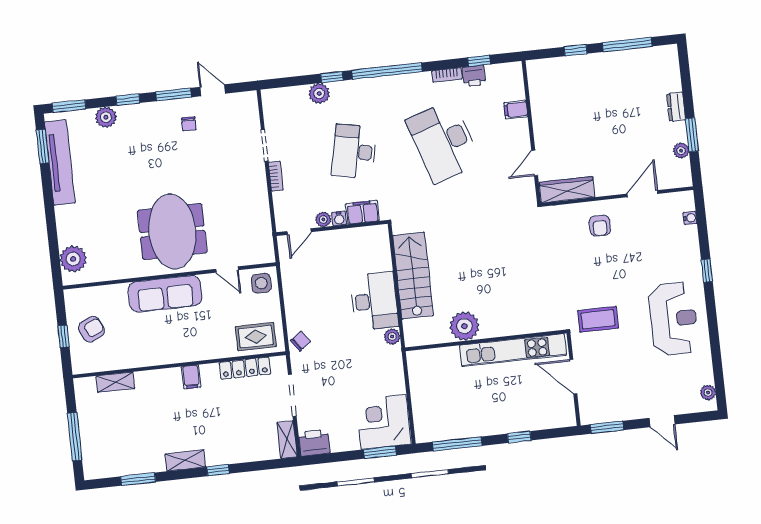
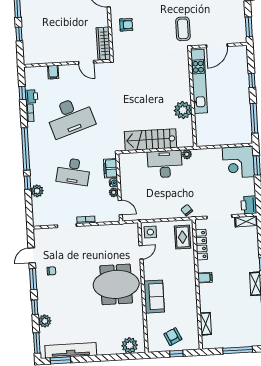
sofa: (165, 294) -> (154, 297), width x0.73

